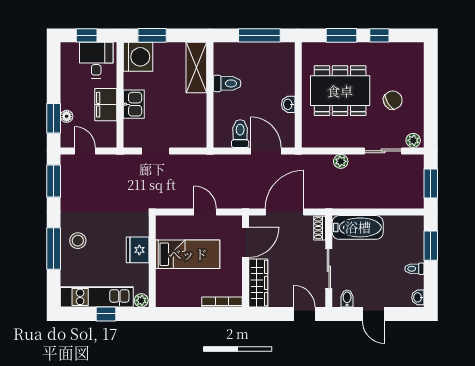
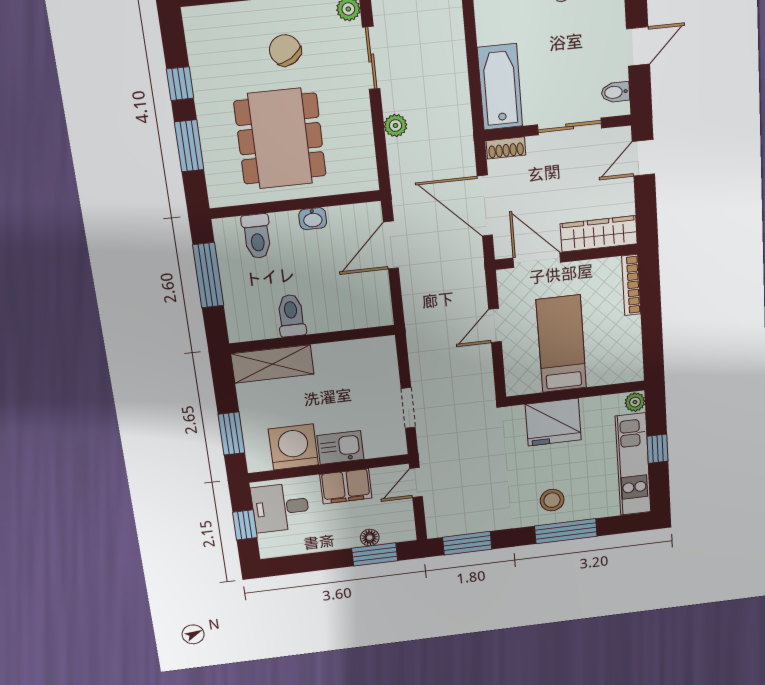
washing machine: (138, 57) -> (293, 447), moved
toilet: (240, 134) -> (257, 236), moved, turned -90
door: (85, 151) -> (416, 483), moved
fridge: (138, 250) -> (553, 422), width x1.36, depth x1.34

